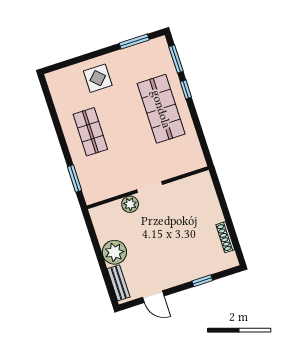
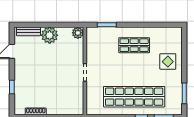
shop shelf: (161, 109) -> (134, 97), width x1.40
plant: (130, 204) -> (78, 33), moved

